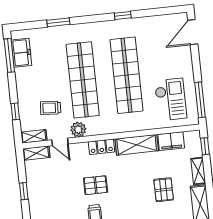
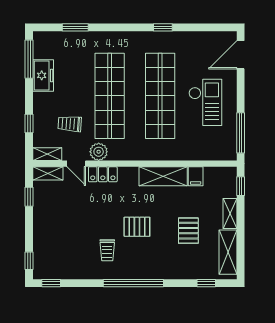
window: (58, 22) -> (75, 27), moved
freezer: (21, 53) -> (43, 75), moved
checkout: (171, 99) -> (205, 102), moved
filing cabinet: (171, 141) -> (196, 176), width x0.50
locker: (101, 147) -> (103, 174), moved
pallet: (96, 185) -> (137, 227), moved
window: (24, 191) -> (29, 197), moved

